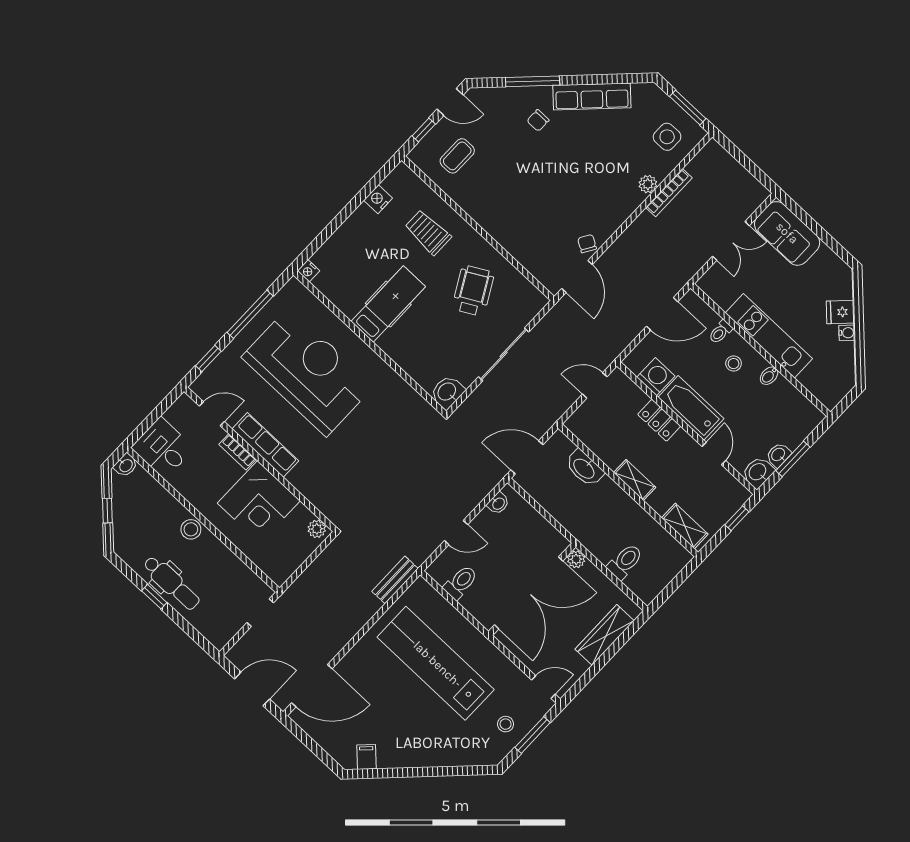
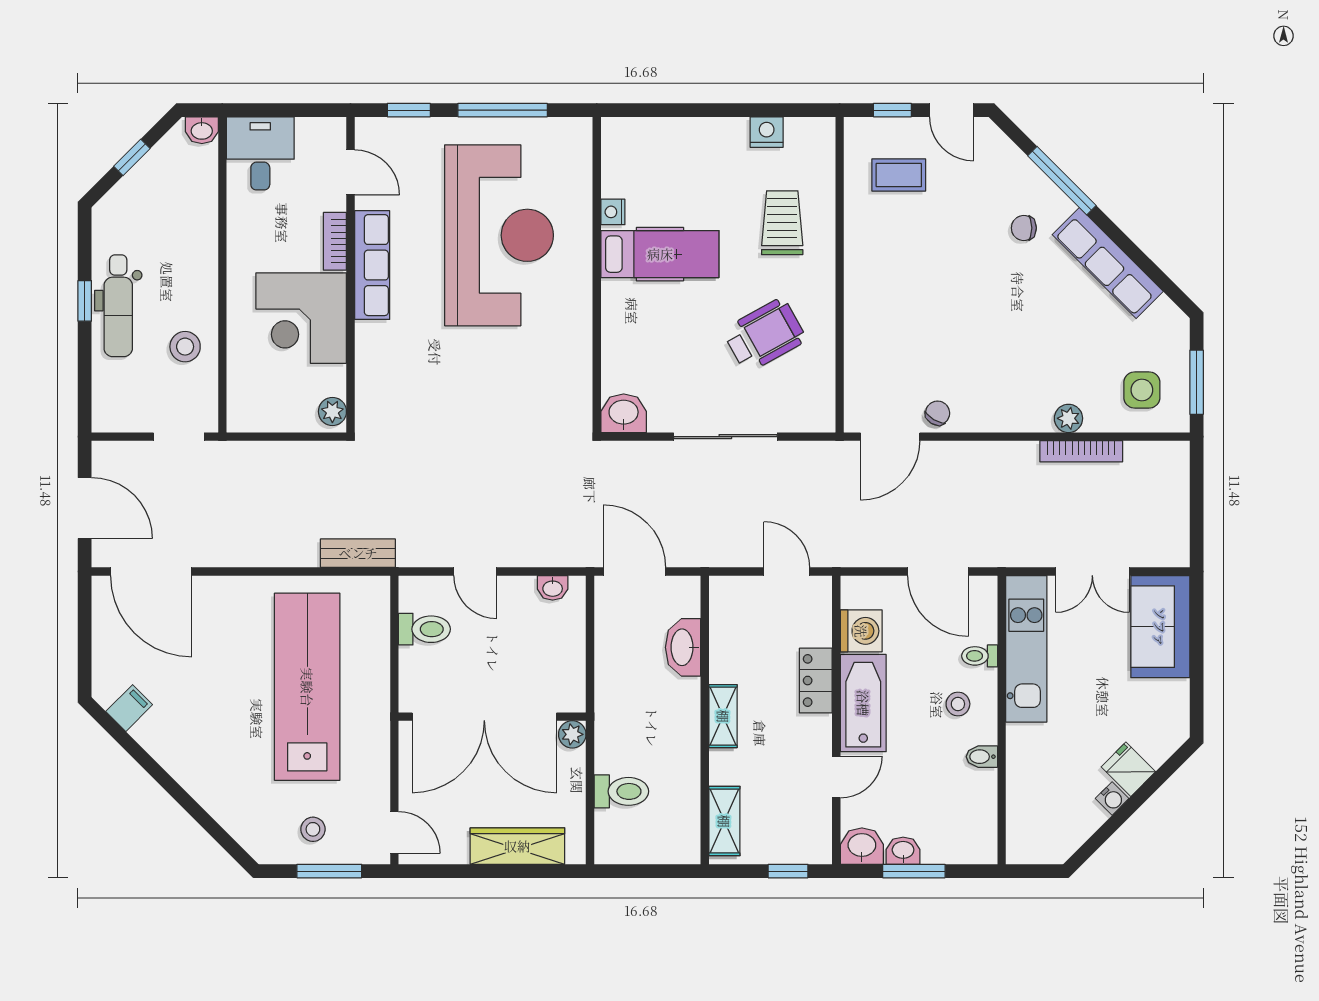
nightstand: (308, 271) -> (613, 212), moved
kitchen unit: (769, 336) -> (1026, 649), moved
stool: (191, 529) -> (185, 347), moved

